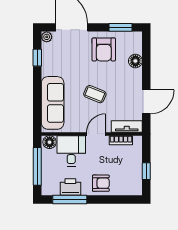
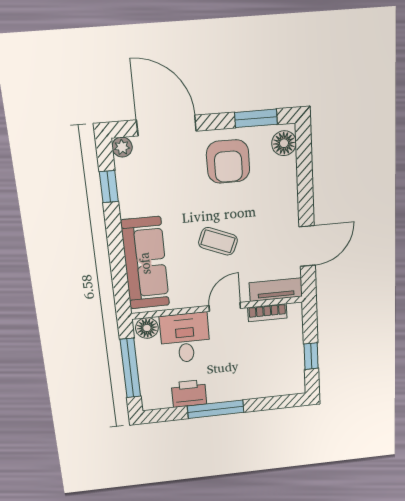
floor lamp: (135, 61) -> (284, 143), moved
armchair: (101, 183) -> (238, 382), removed
window: (70, 200) -> (216, 409), moved

